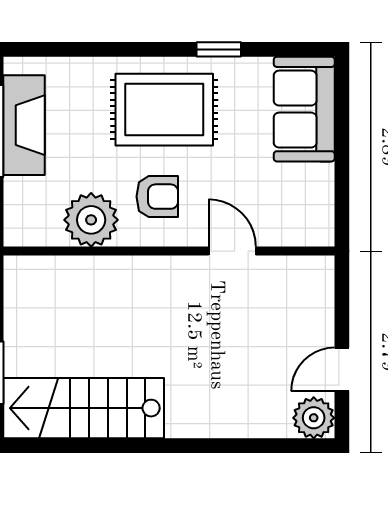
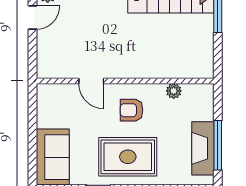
plant: (91, 220) -> (174, 91), width x0.53, depth x0.53

